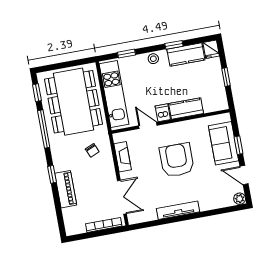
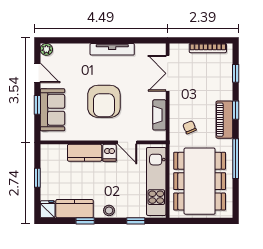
window: (37, 93) -> (236, 73), moved
piano: (66, 189) -> (224, 120), moved
bookcase: (104, 225) -> (208, 48), moved

